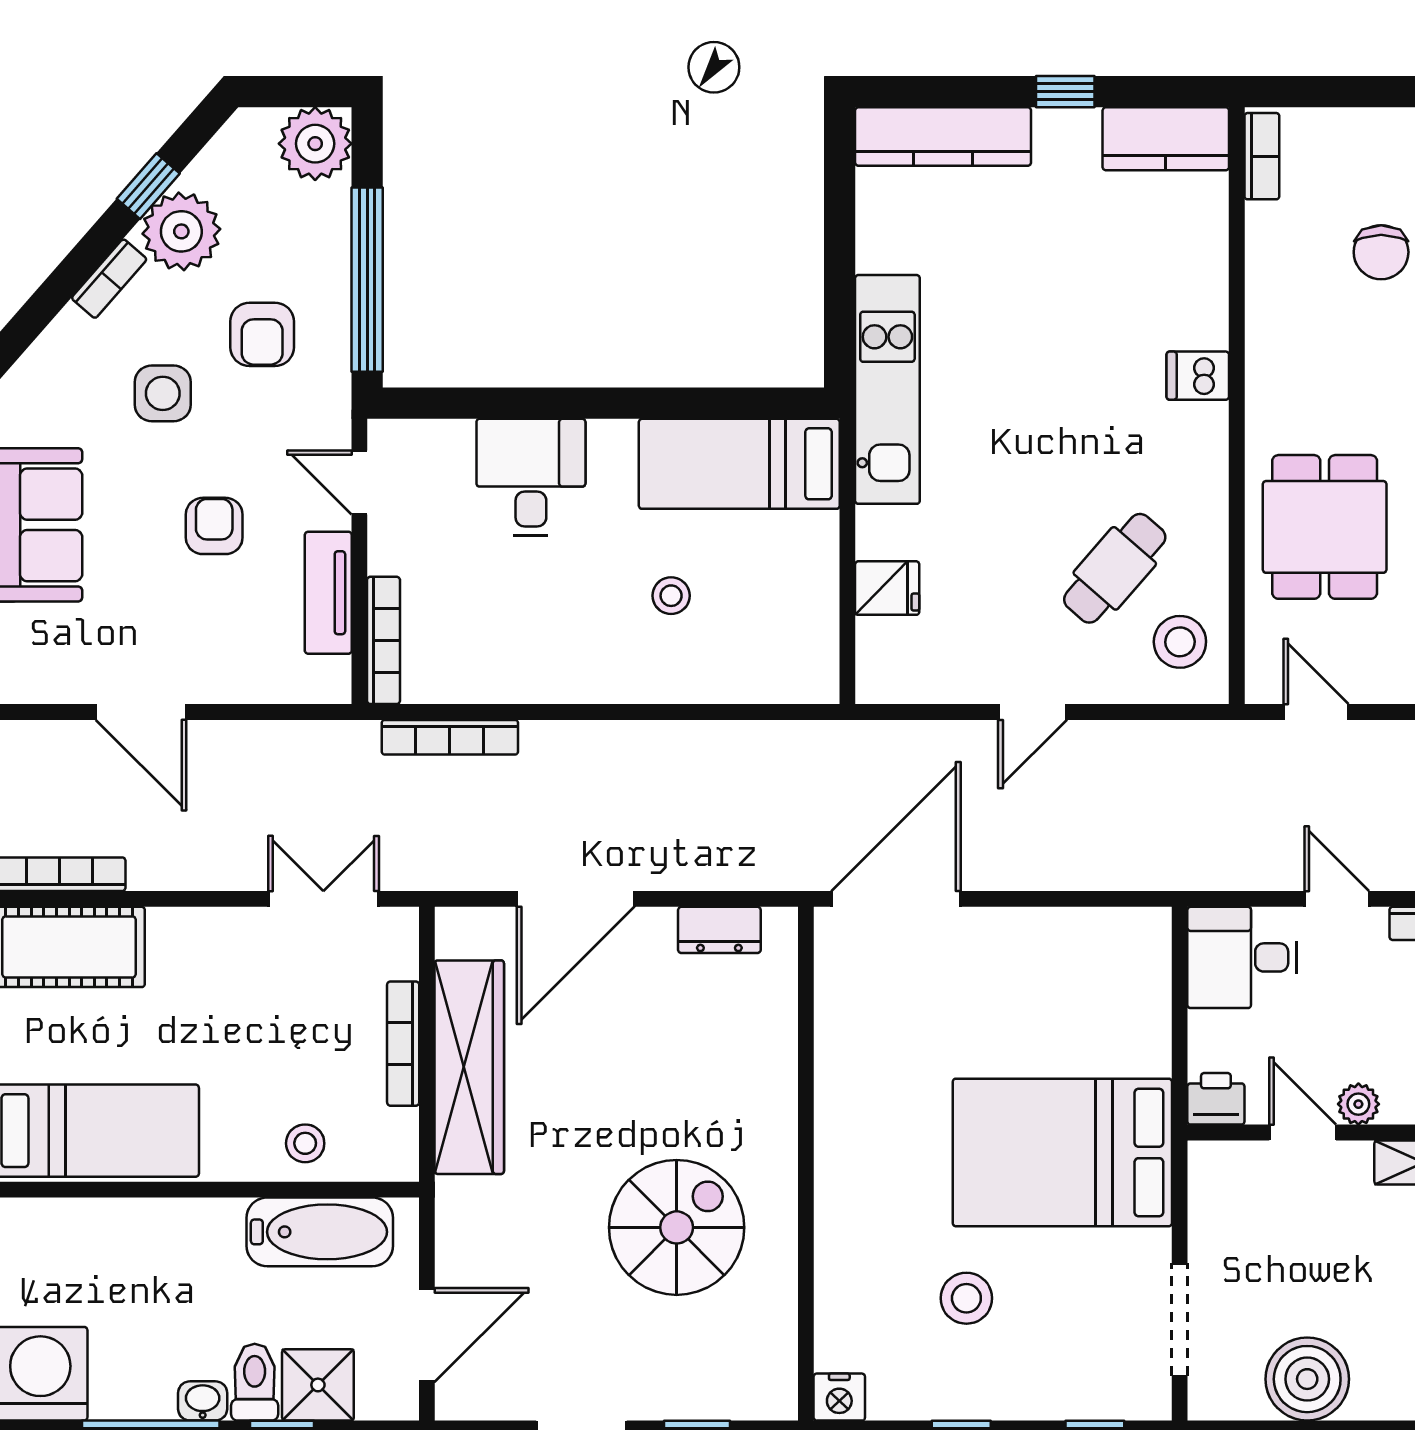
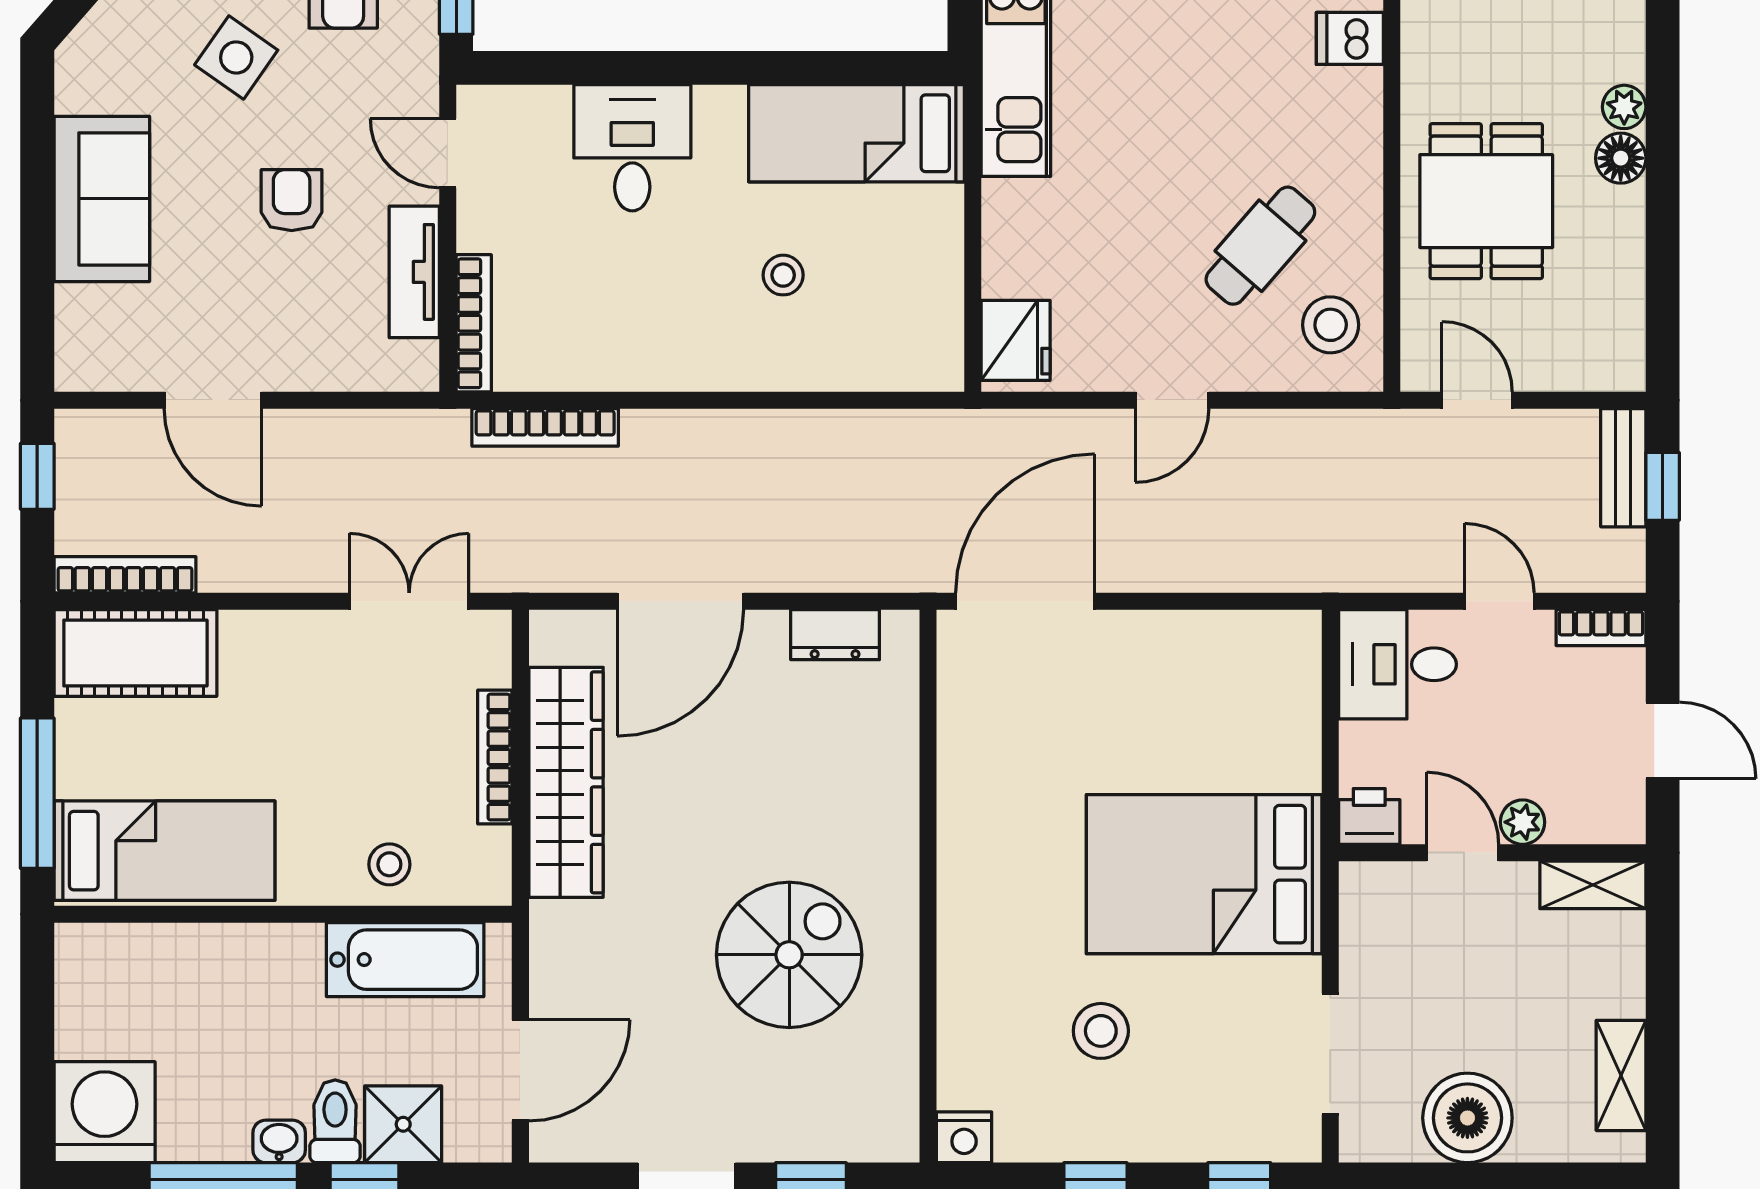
side table: (163, 393) -> (236, 57), turned 35
fridge: (887, 588) -> (1016, 340), moved, width x1.38

